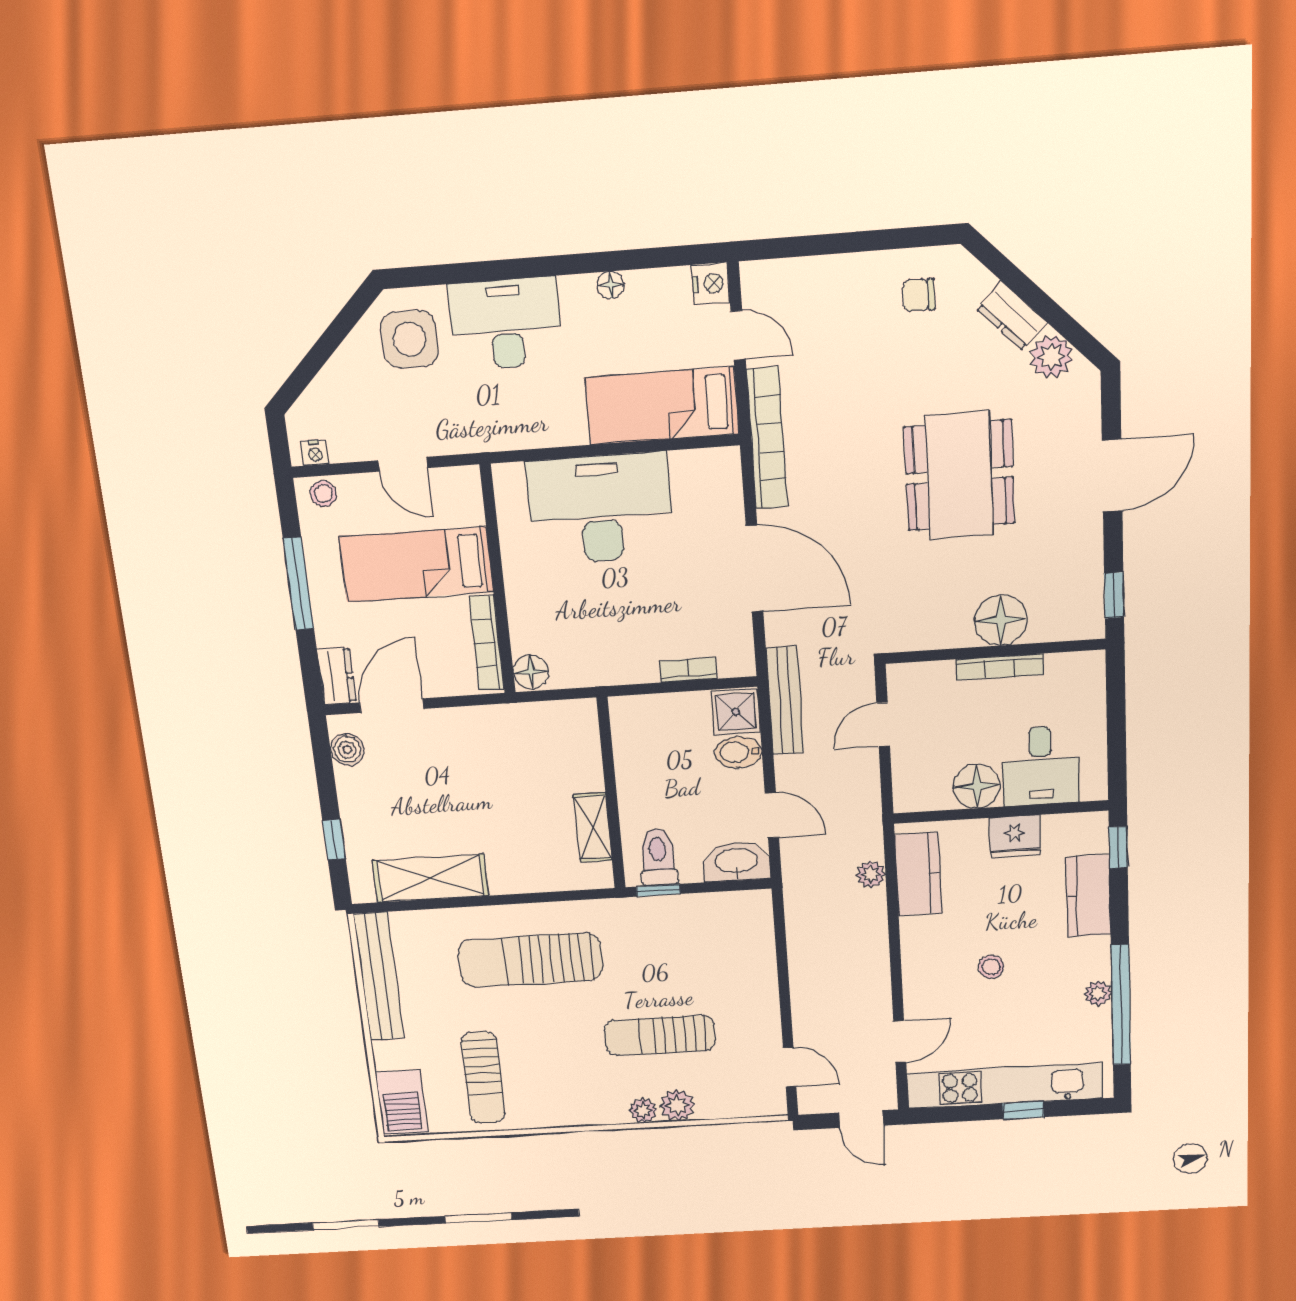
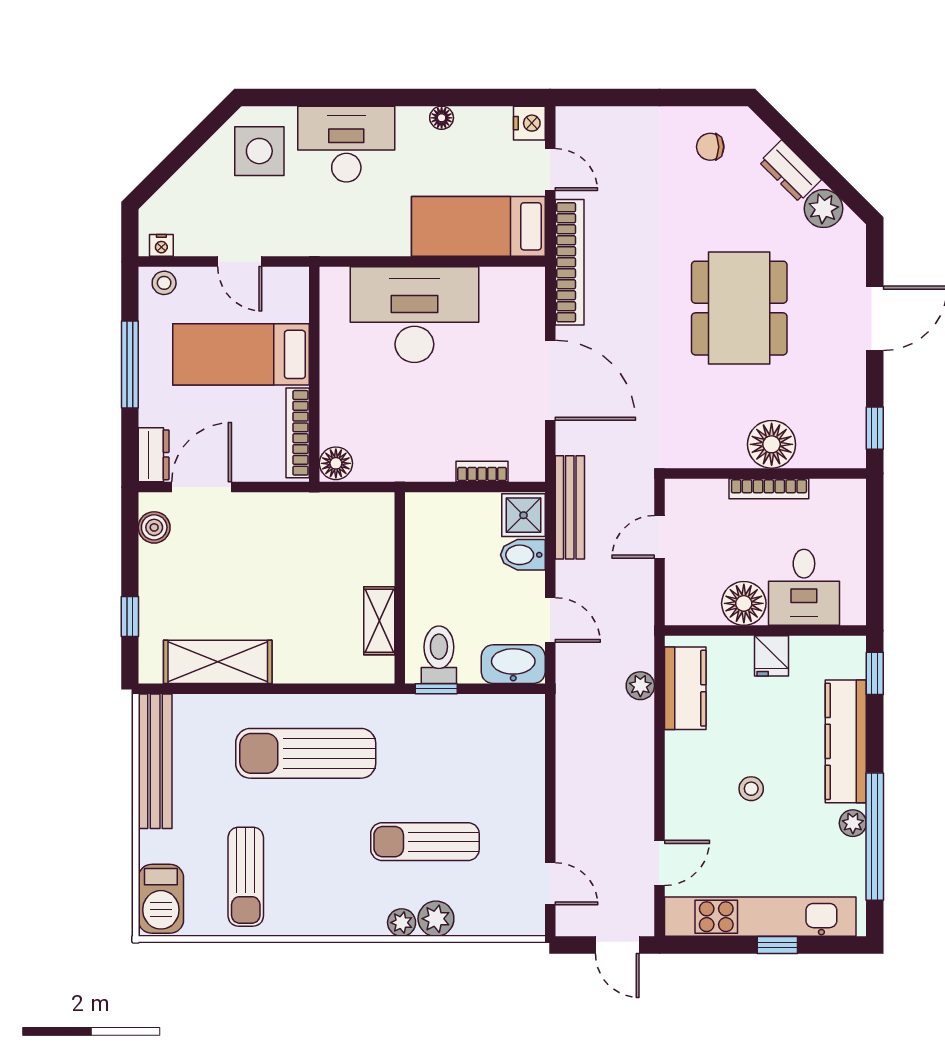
fridge: (1015, 836) -> (771, 656), width x0.72
kitchen counter: (1088, 896) -> (846, 741), width x1.50

